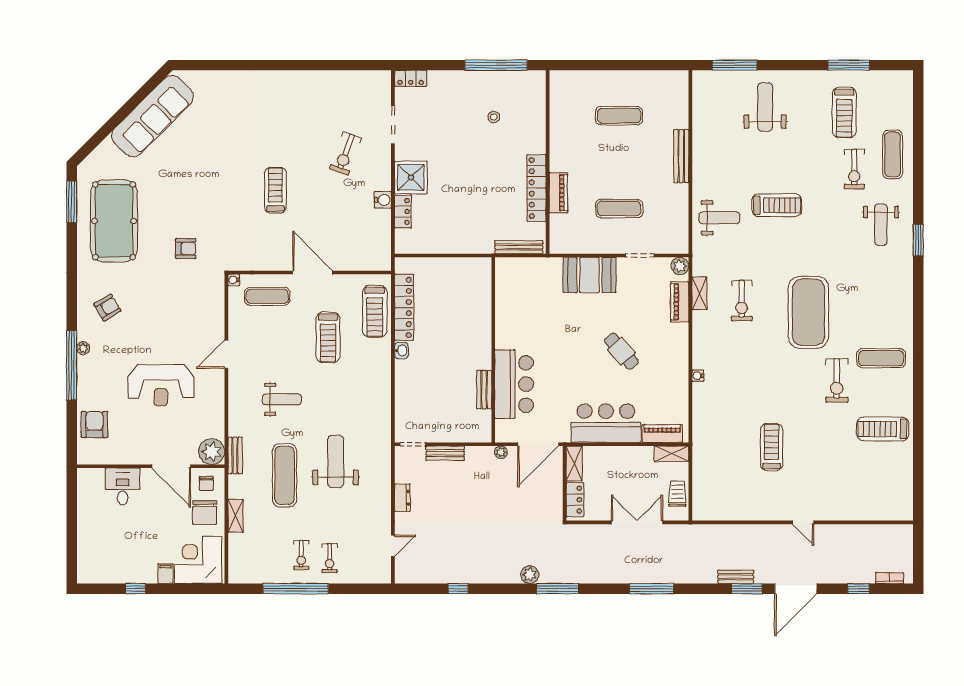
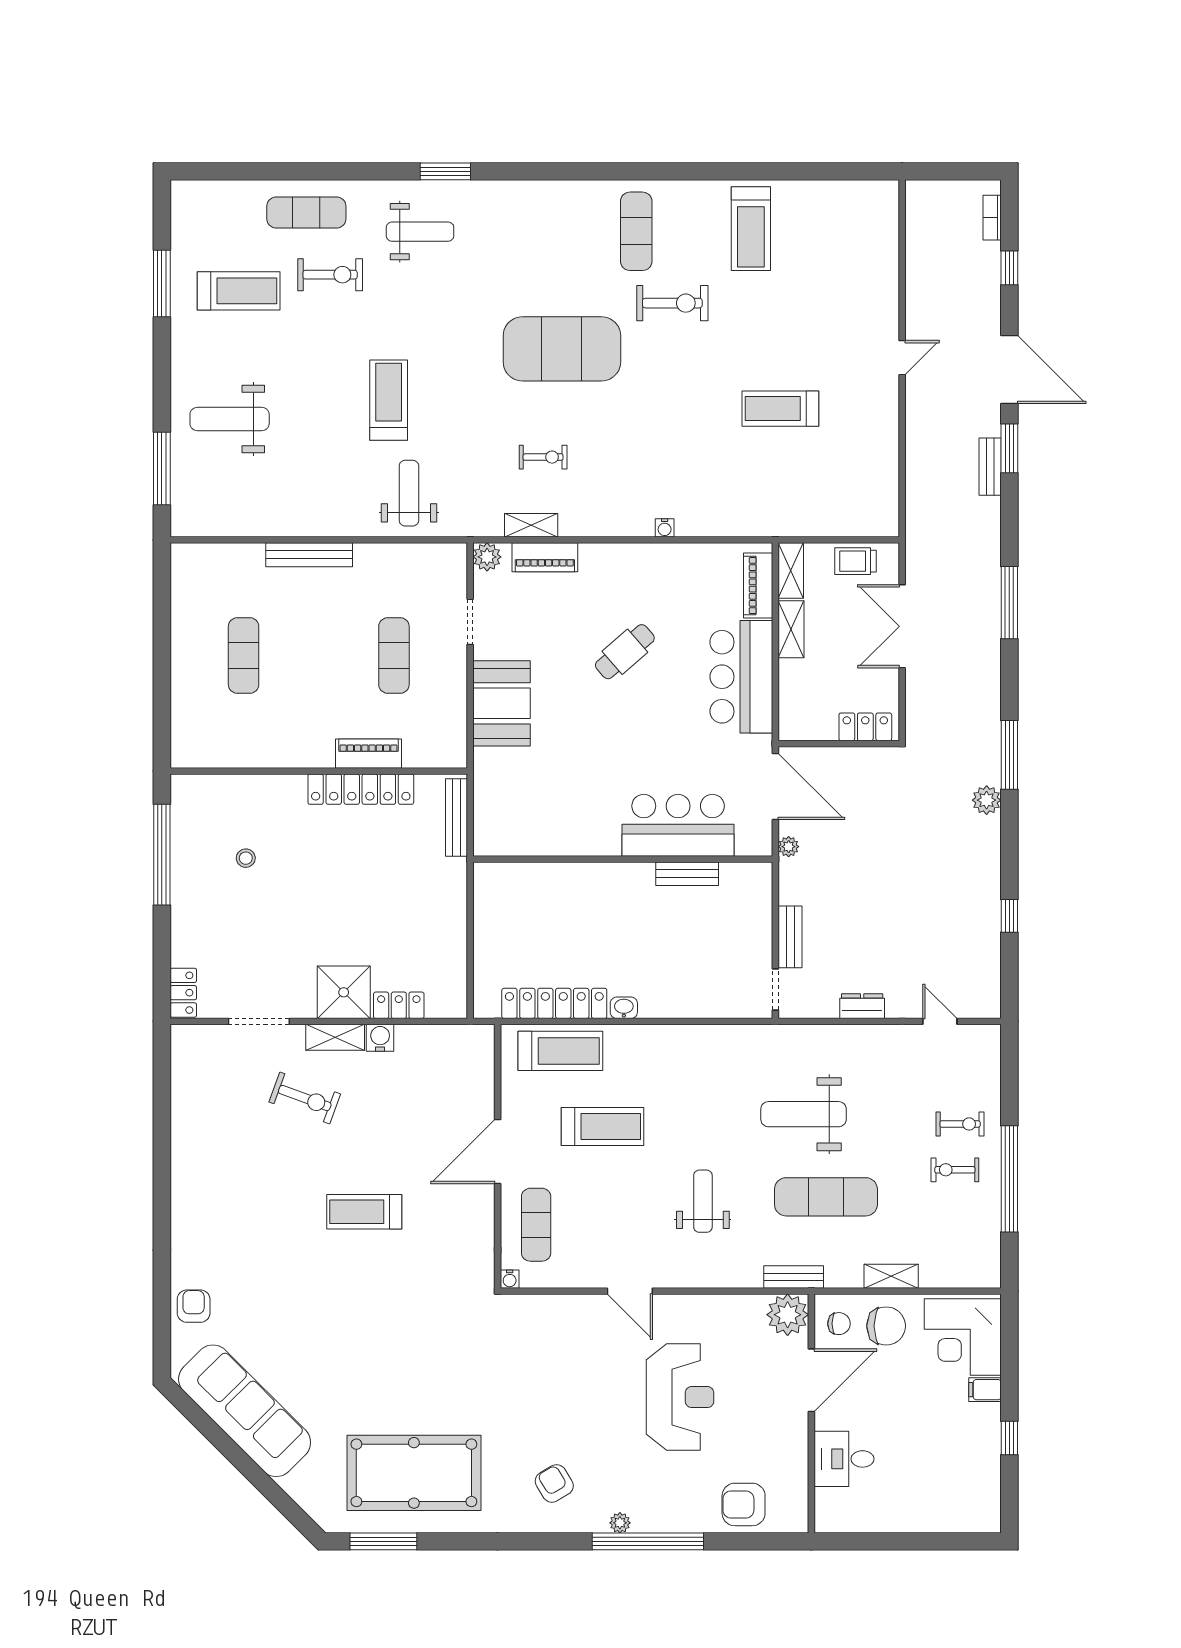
shelving: (383, 172) -> (335, 1037), added
armchair: (186, 249) -> (194, 1306), moved
exercise bike: (742, 301) -> (543, 457), width x0.73, depth x0.72
shelving: (574, 464) -> (791, 629), moved, turned 90
exercise bike: (301, 555) -> (955, 1170), turned 180

